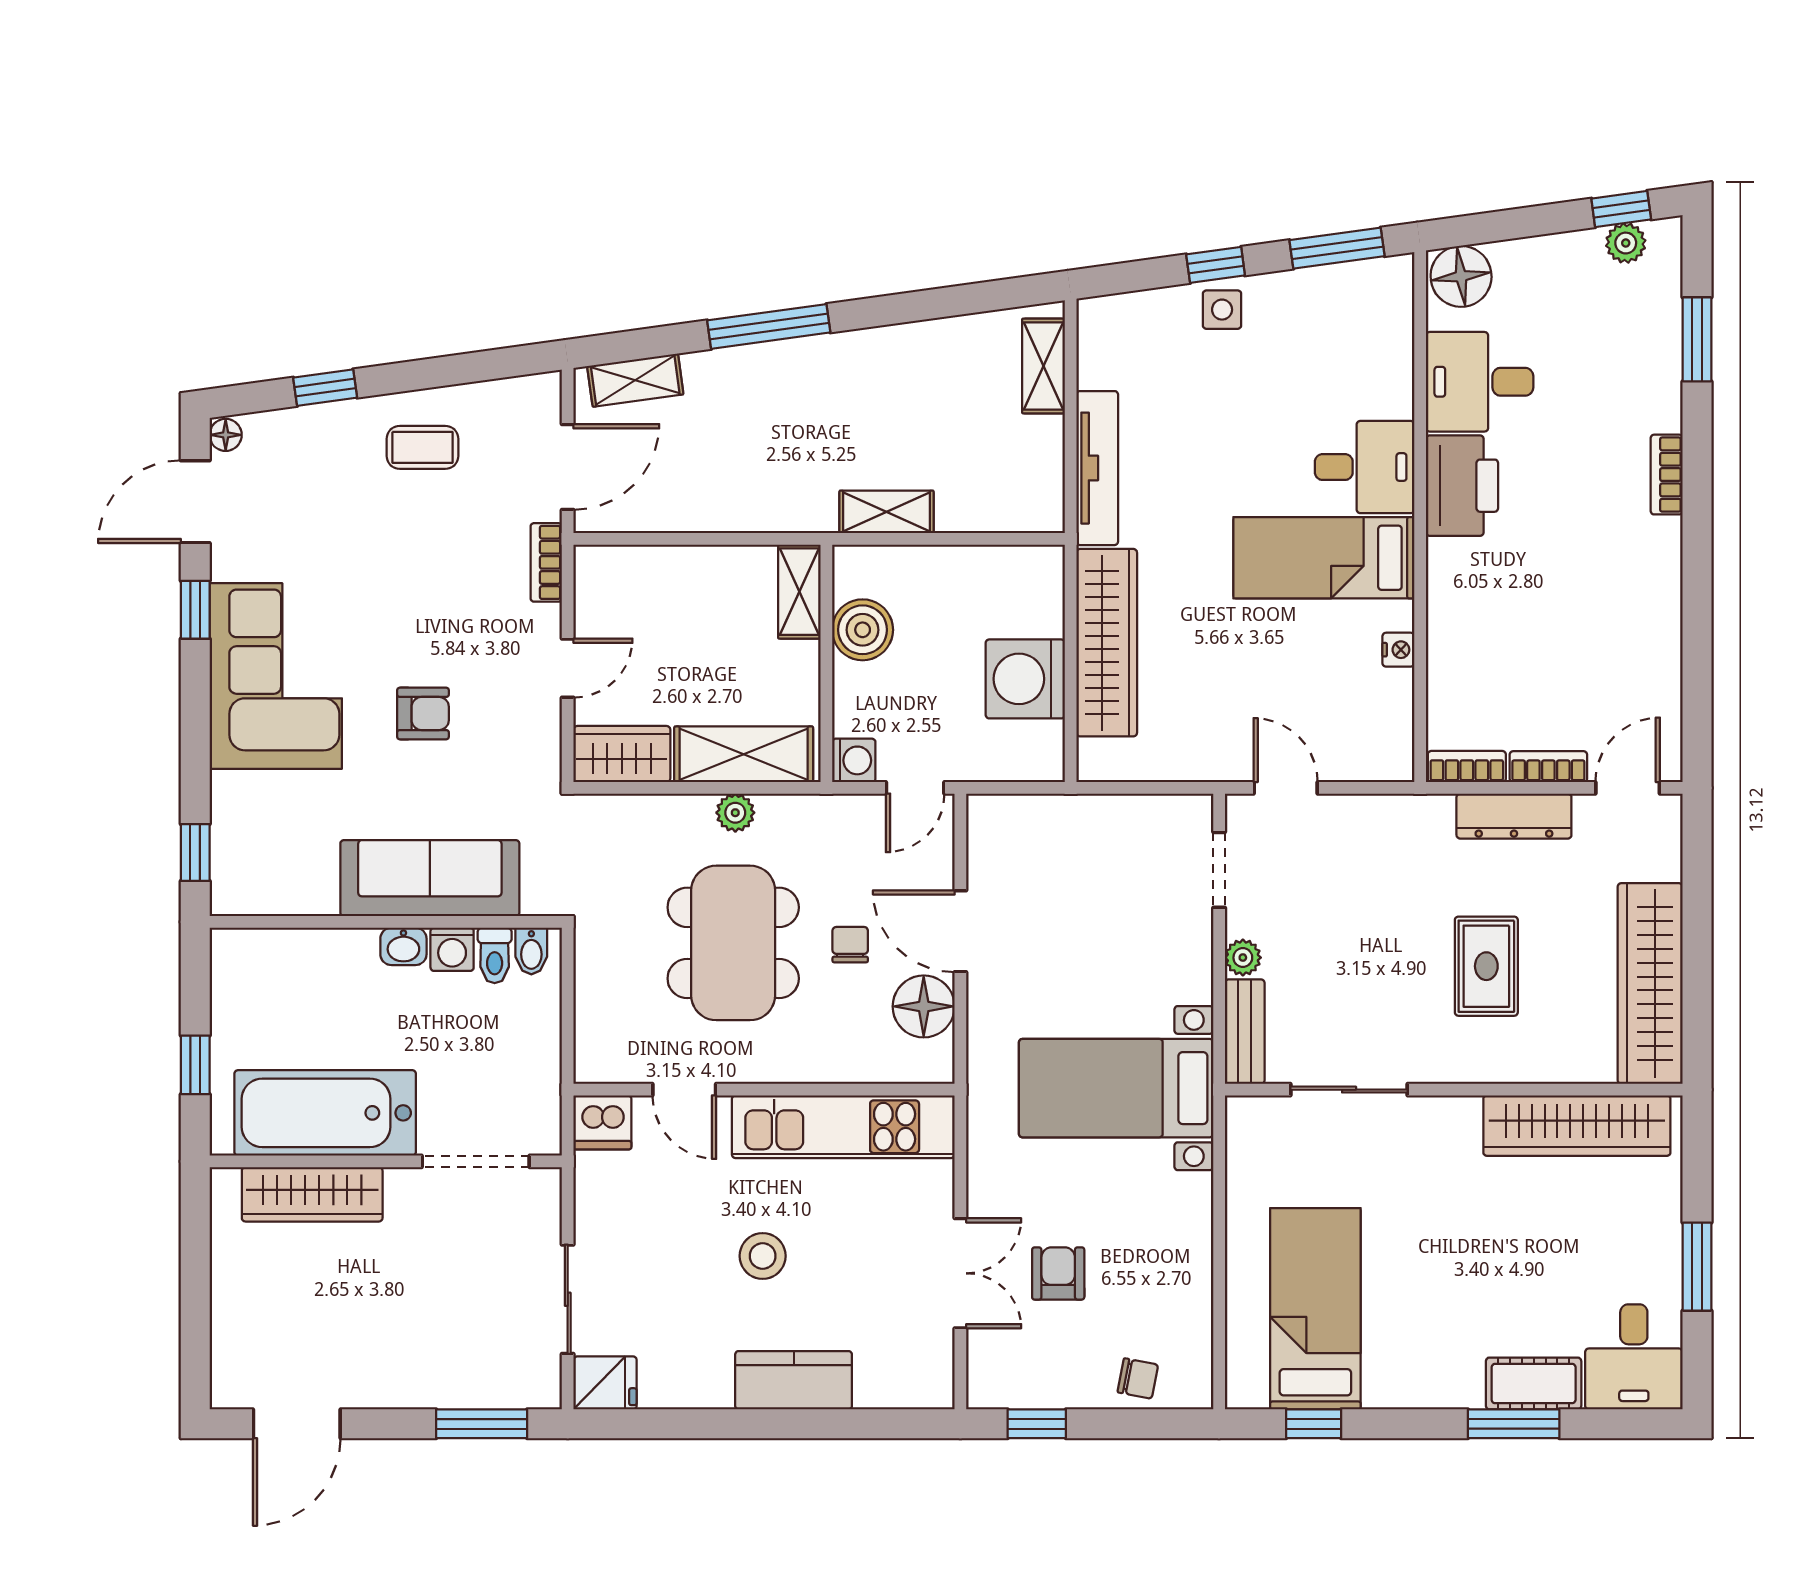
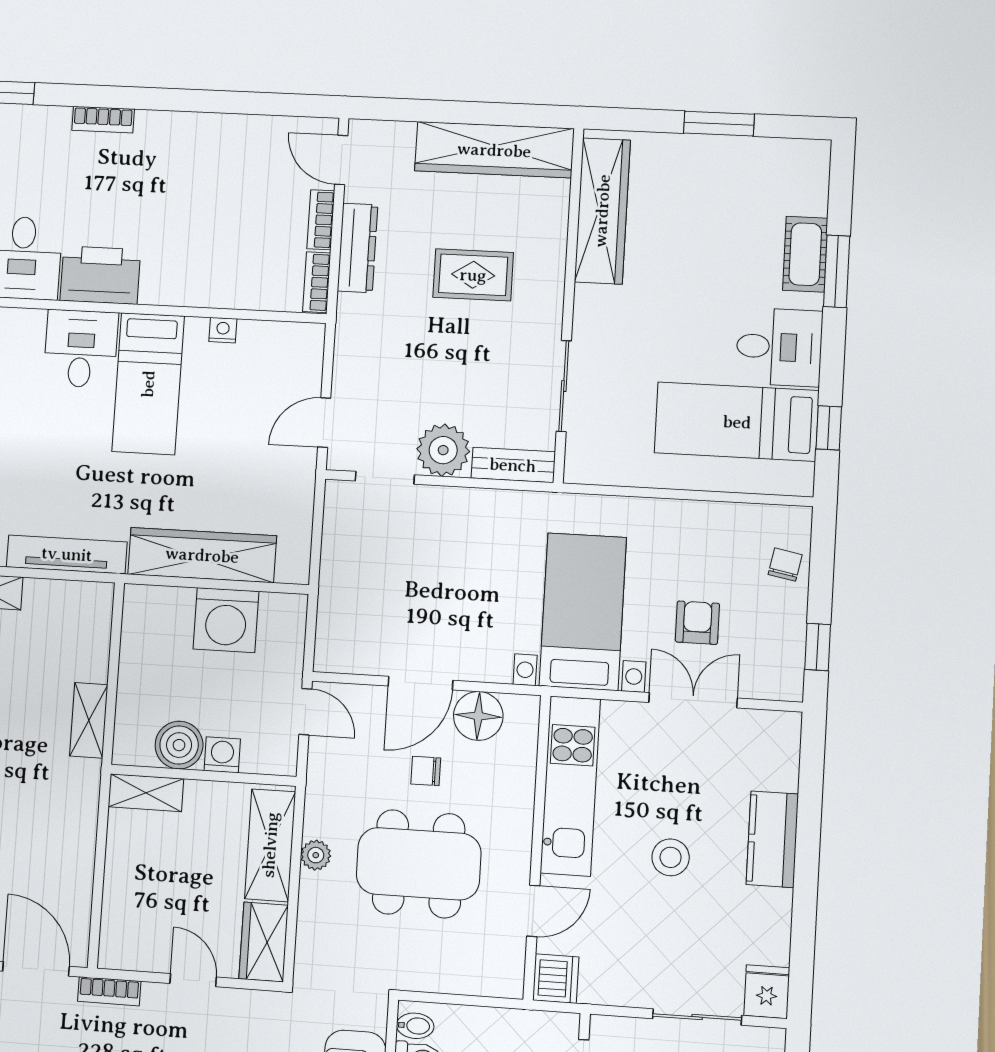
washing machine: (854, 760) -> (222, 755), moved
plant: (1243, 958) -> (443, 450), width x1.87, depth x1.87
bed with nightstands: (1116, 1088) -> (583, 612), moved, turned 180
armchair: (1058, 1273) -> (697, 623), turned 90
desk: (1634, 1357) -> (779, 347), moved

